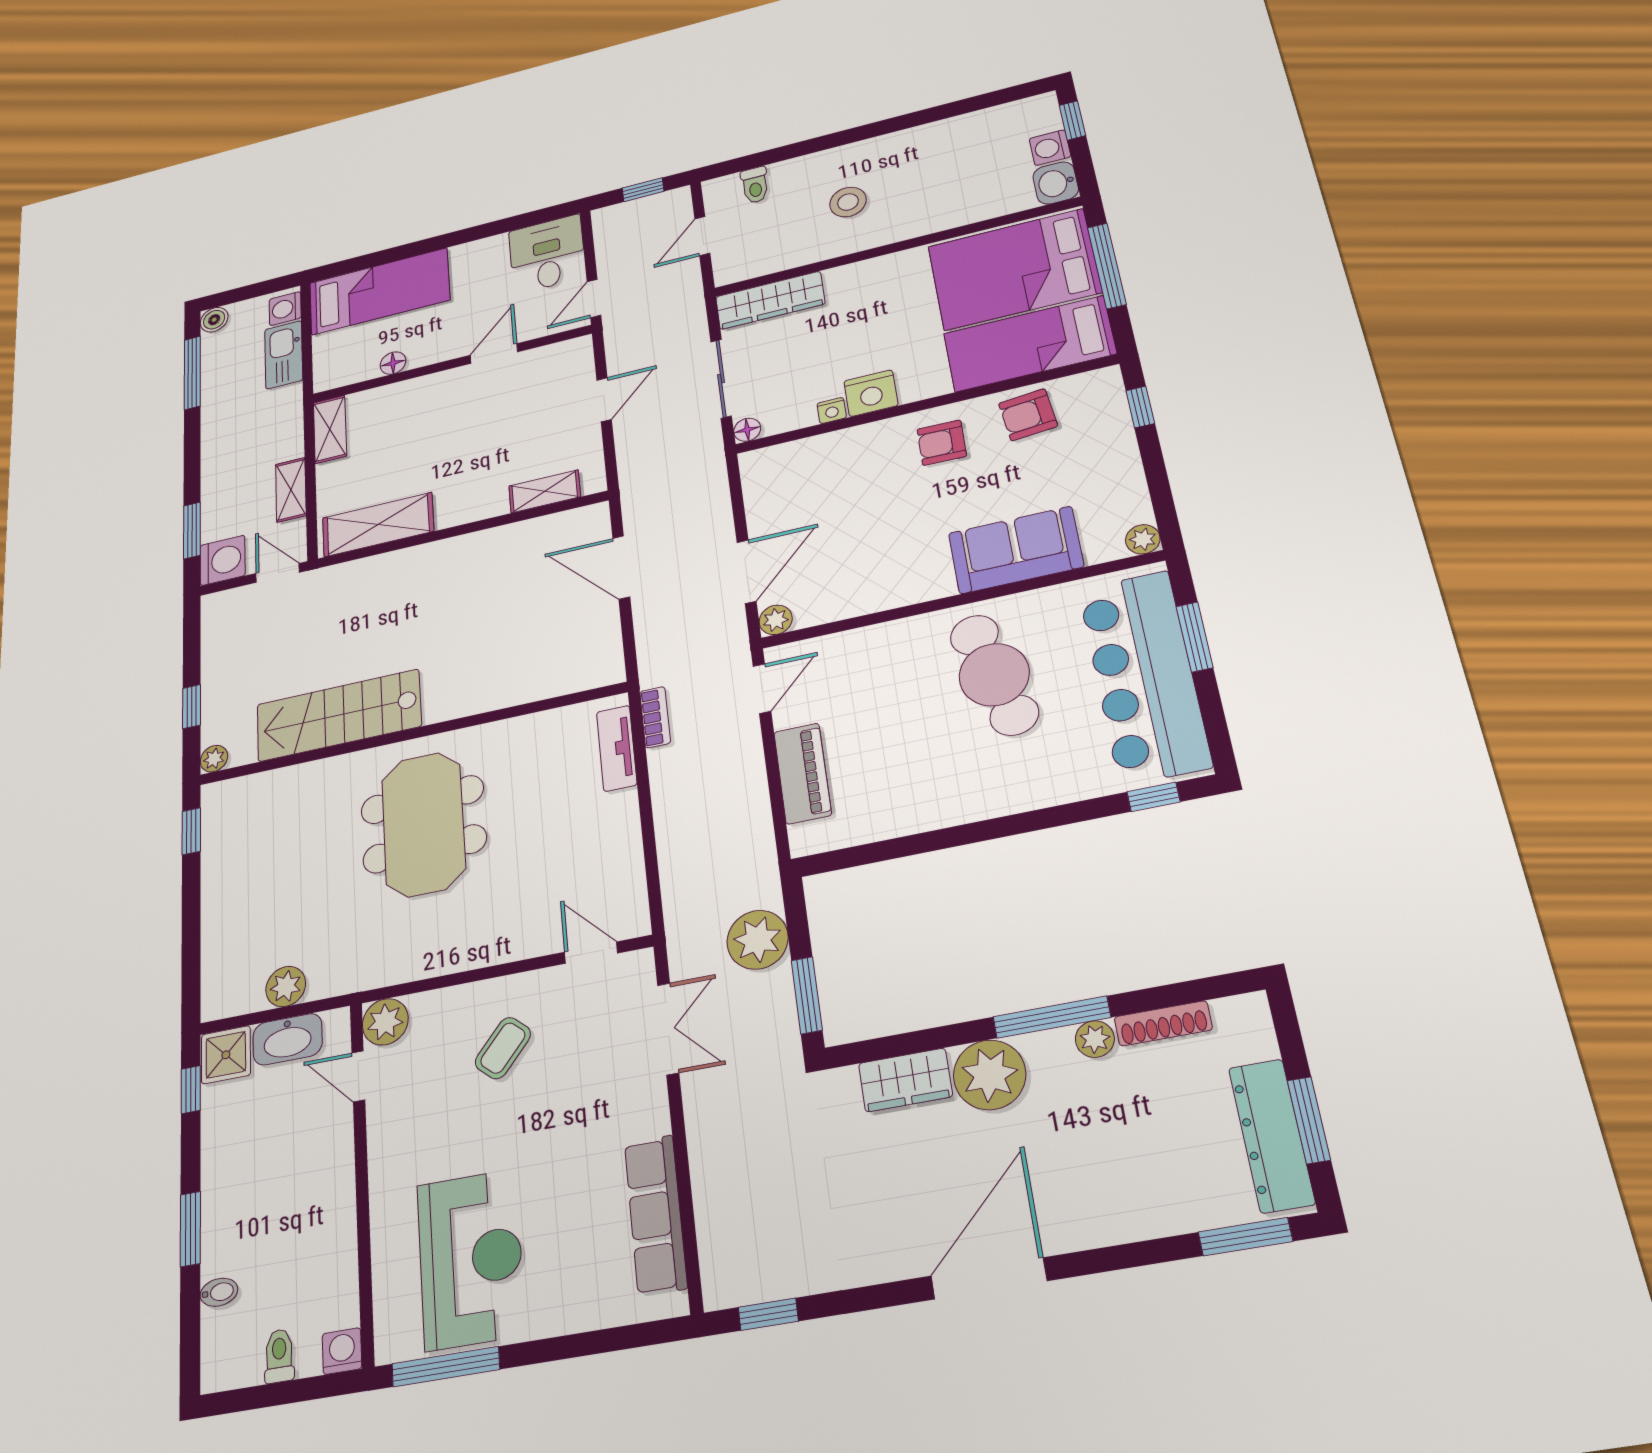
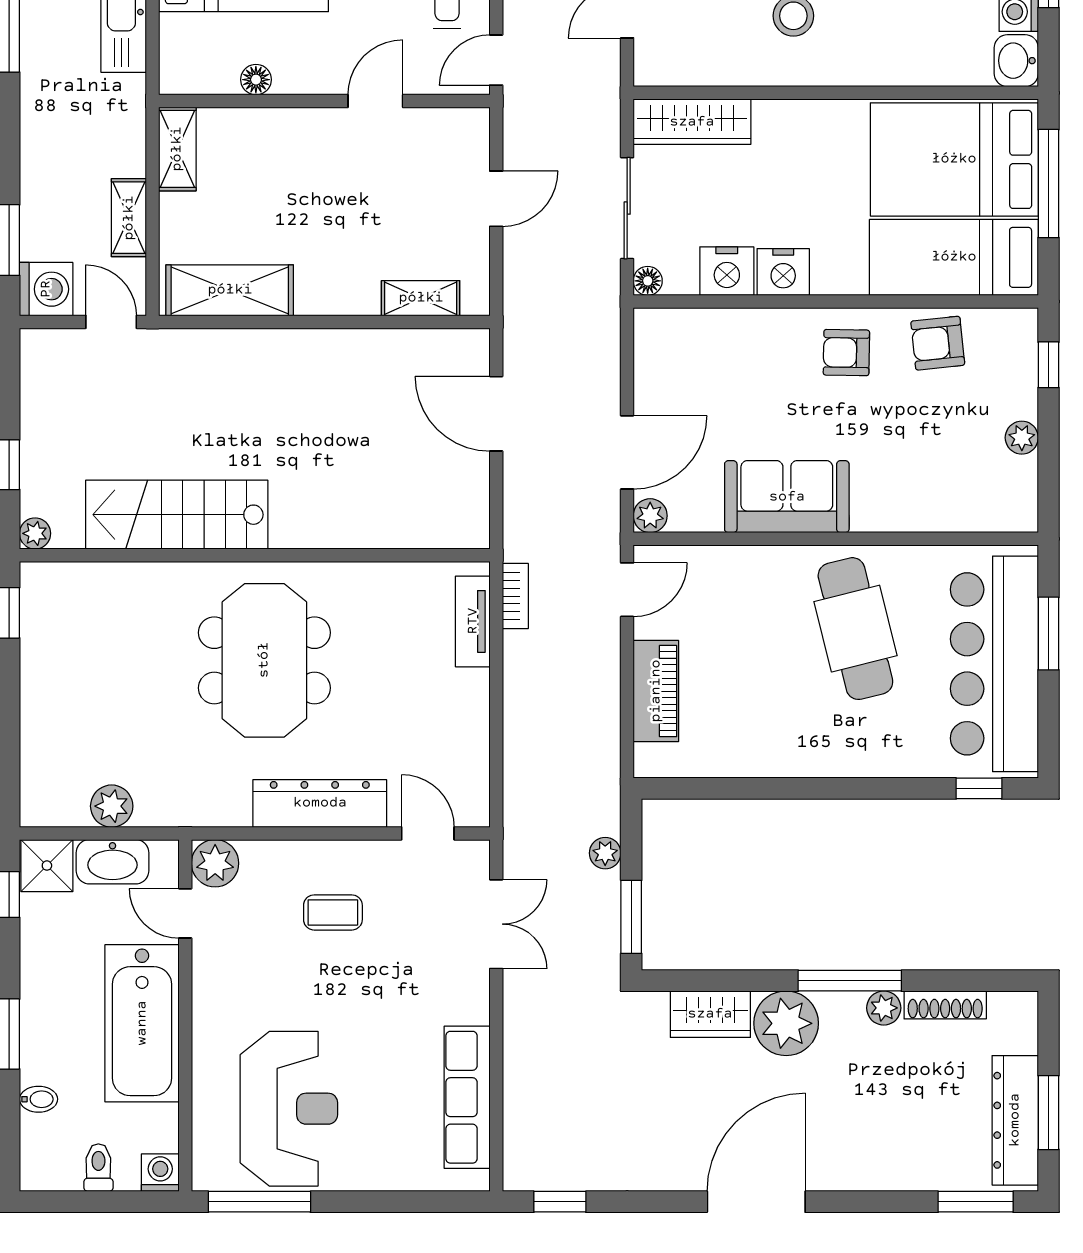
nightstand: (832, 410) -> (727, 271), width x1.89, depth x1.79
plant: (1143, 539) -> (1022, 438), moved
sofa: (1016, 550) -> (787, 497), moved
plant: (758, 940) -> (605, 853), width x0.53, depth x0.53
dresser: (483, 945) -> (320, 803), added
coffee table: (503, 1048) -> (333, 912), turned 49
bathtub: (319, 1195) -> (142, 1023), added

